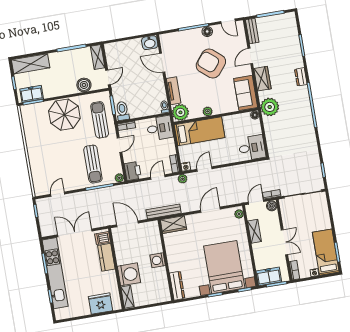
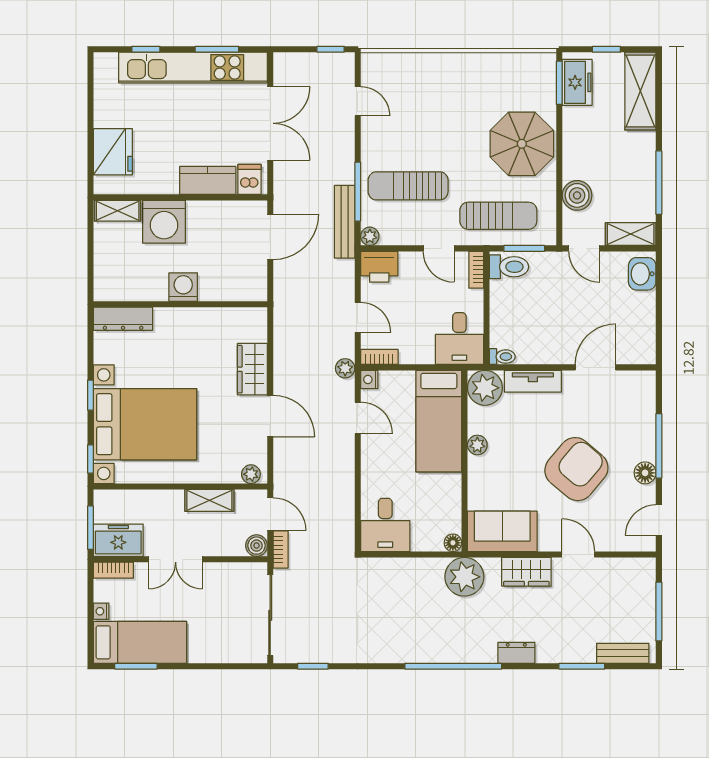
bench: (252, 31) -> (623, 653), moved
washbasin: (150, 43) -> (642, 274), moved
bench: (164, 211) -> (345, 222), moved
wardrobe: (173, 225) -> (252, 369), moved
freezer: (269, 276) -> (118, 540), moved, turned -90

